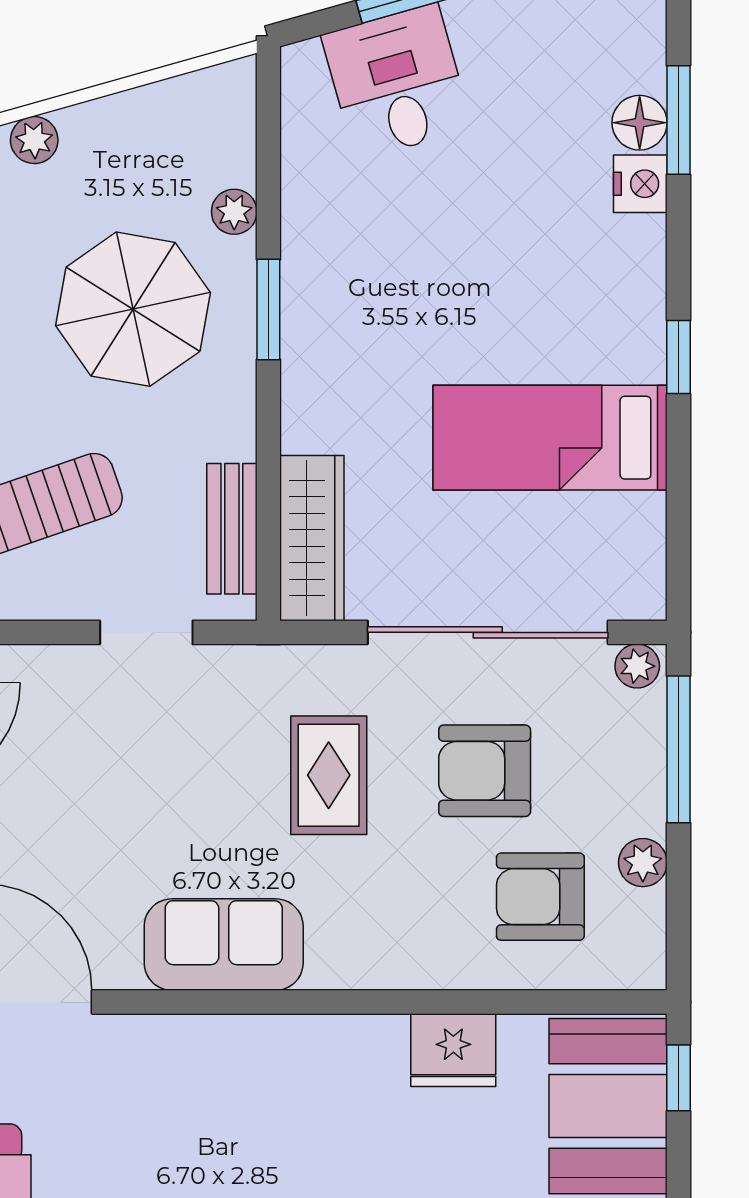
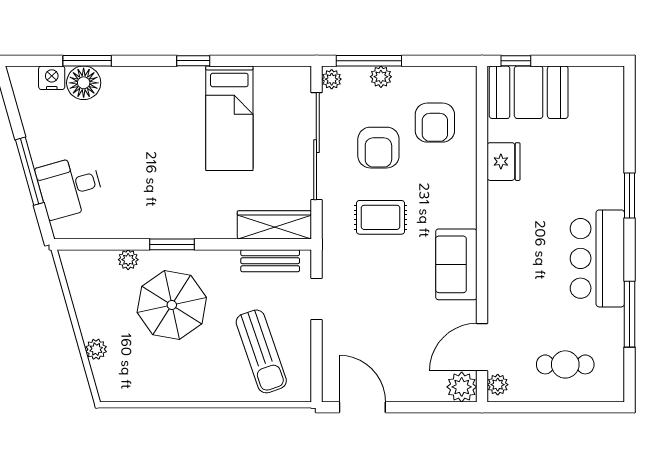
floor lamp: (640, 123) -> (84, 83), width x1.38, depth x1.38
nightstand: (640, 184) -> (52, 78), moved
plant: (643, 863) -> (381, 77), moved

